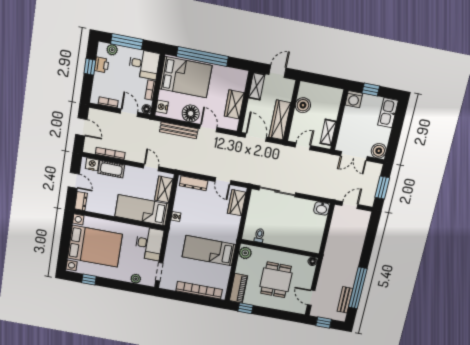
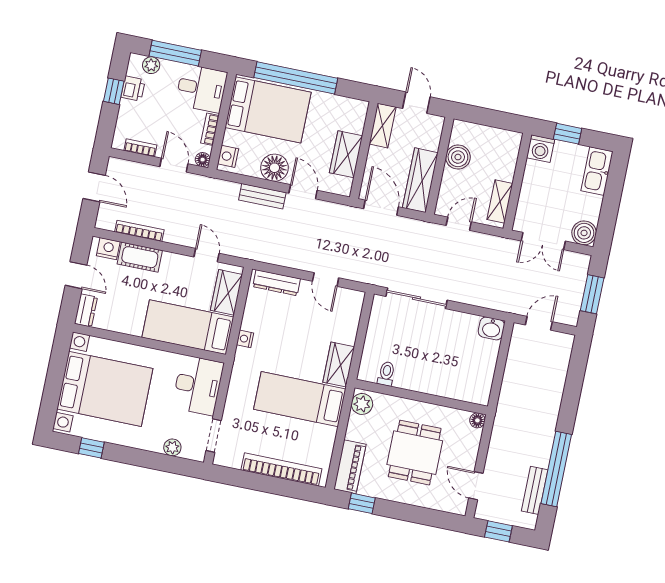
door: (278, 71) -> (416, 103), hinge flipped
bench: (179, 130) -> (262, 196), width x0.73
wardrobe: (237, 203) -> (339, 364), moved

